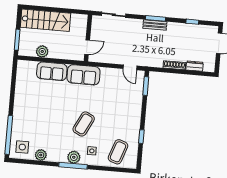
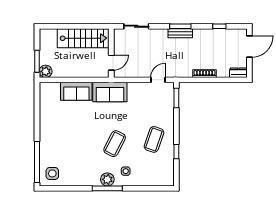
stairs: (45, 20) -> (83, 38), moved
plant: (42, 51) -> (46, 71), moved
dresser: (195, 66) -> (238, 73), moved
door: (130, 67) -> (158, 80), swing flipped
coffee table: (118, 152) -> (154, 139), moved
plant: (41, 155) -> (72, 180), removed

